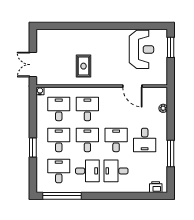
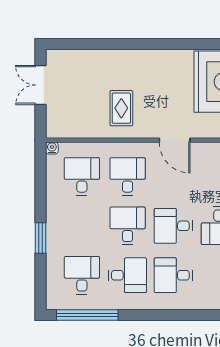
double door: (33, 65) -> (41, 85), moved
door: (132, 86) -> (175, 140), moved
desk: (59, 140) -> (82, 226), removed
desk: (116, 140) -> (173, 226), turned -90

